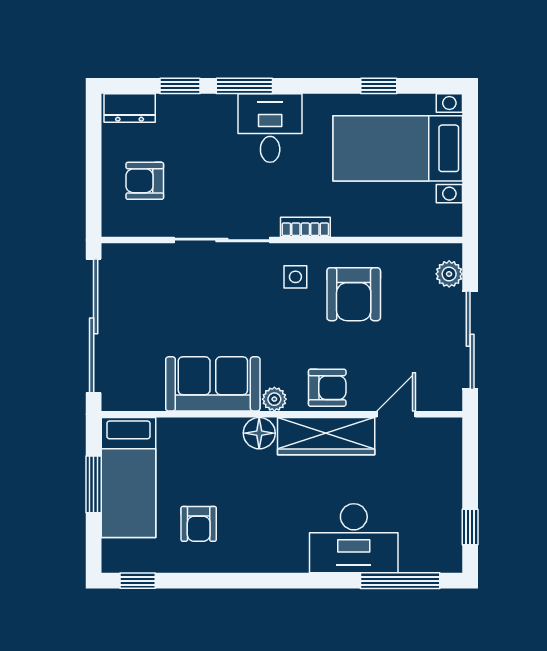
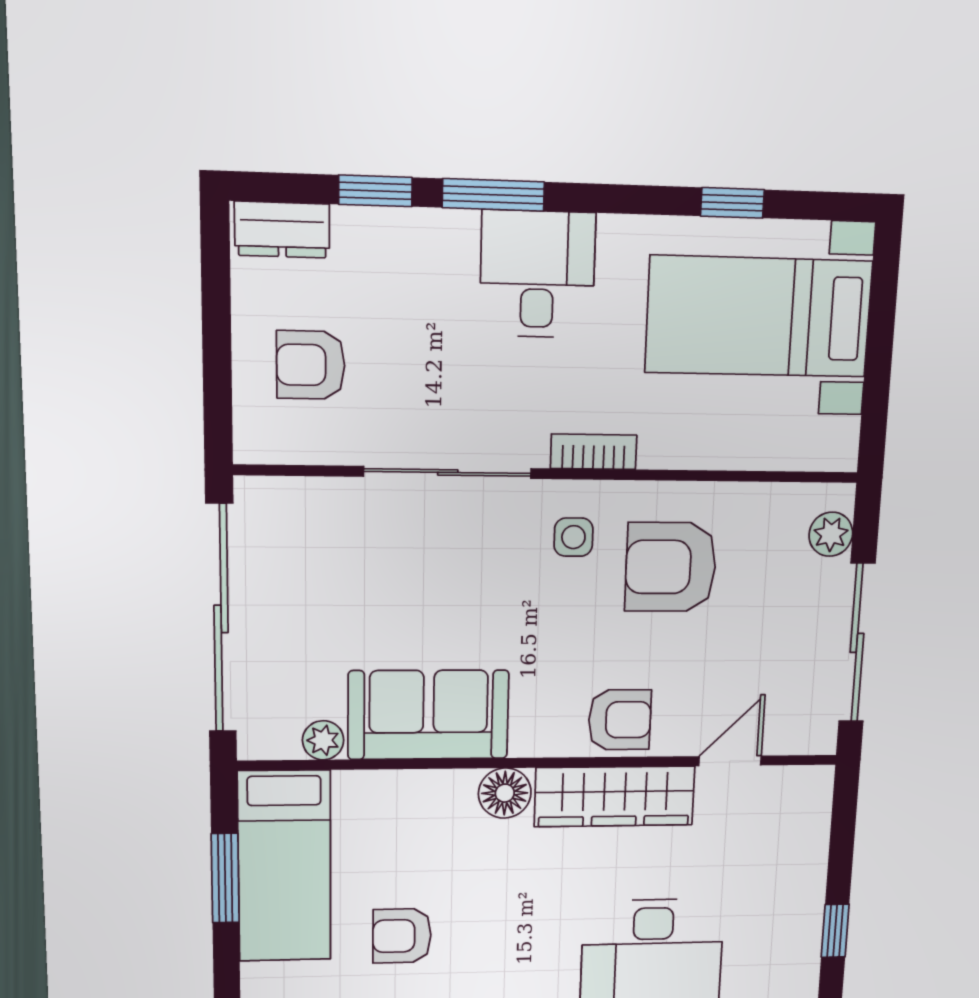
armchair: (354, 294) -> (671, 567), turned 90
plant: (274, 399) -> (323, 740), moved
armchair: (199, 524) -> (402, 936), turned 90

